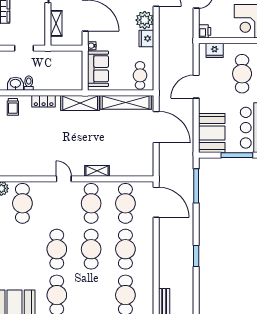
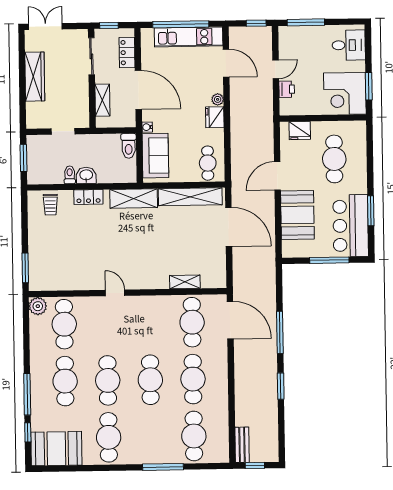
plant: (145, 20) -> (218, 99), width x0.53, depth x0.53
printer: (205, 31) -> (287, 89), moved
toilet: (77, 61) -> (129, 146), added
washbasin: (15, 84) -> (86, 175), moved
booth: (212, 133) -> (297, 215), moved
shelving: (97, 171) -> (185, 282), moved
window: (196, 186) -> (280, 332), moved
cafe table: (91, 203) -> (65, 381), moved

